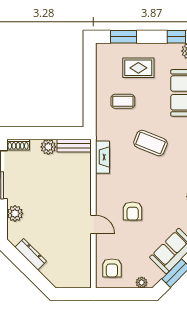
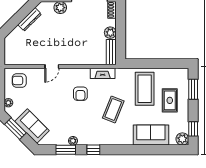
coffee table: (123, 101) -> (145, 89), width x1.86, depth x1.72
armchair: (133, 211) -> (80, 94), moved, turned -90

